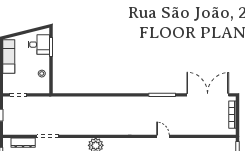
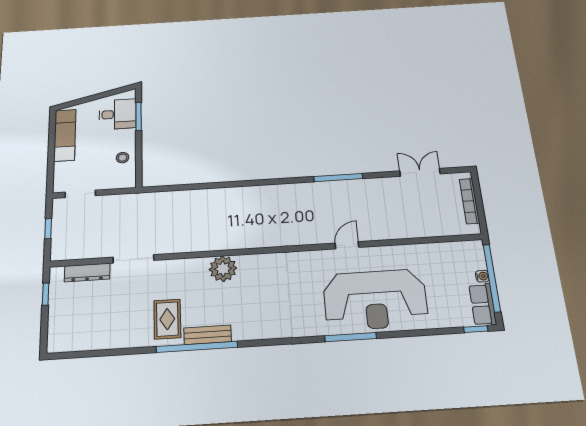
double door: (208, 95) -> (420, 172), width x0.54
door: (163, 136) -> (347, 245), hinge flipped

